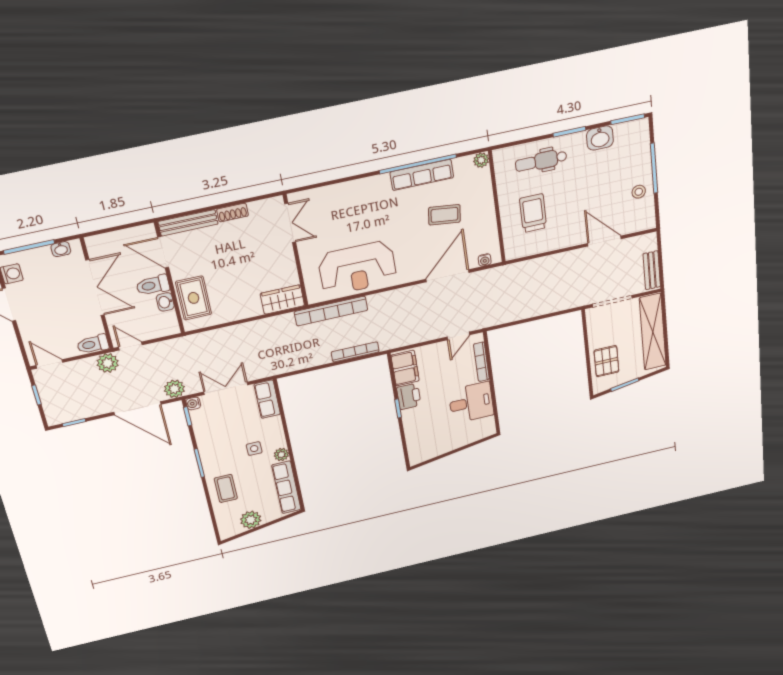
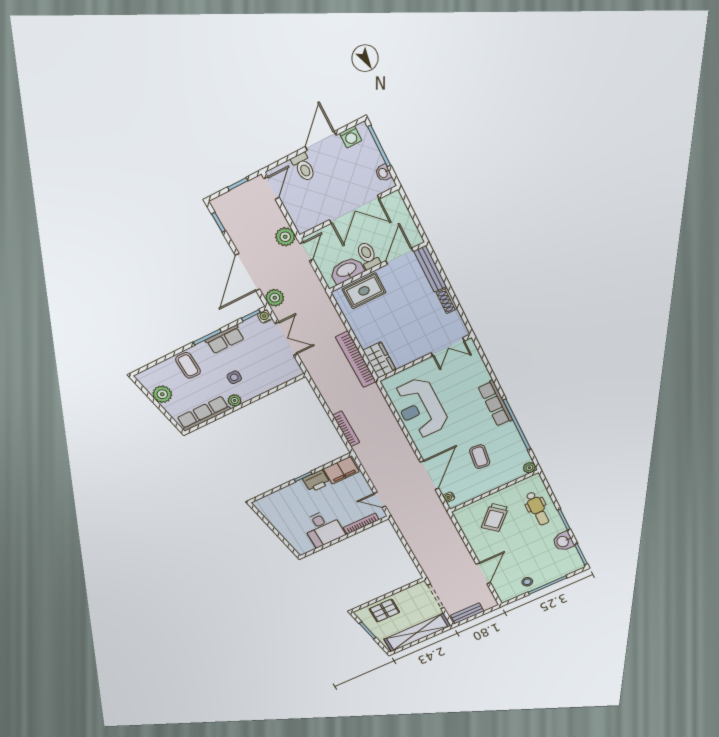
dental chair: (541, 161) -> (537, 509), turned 180
row of seats: (422, 175) -> (495, 403), moved
trolley: (533, 213) -> (495, 517), turned 133
door: (448, 276) -> (429, 475), hinge flipped
washbasin: (165, 302) -> (347, 270), width x1.91, depth x1.45
bookcase: (331, 311) -> (356, 359), moved
toilet: (93, 344) -> (304, 167), moved, turned 180
row of seats: (267, 399) -> (225, 339), moved, turned 180
coffee table: (226, 488) -> (188, 365), turned 90

